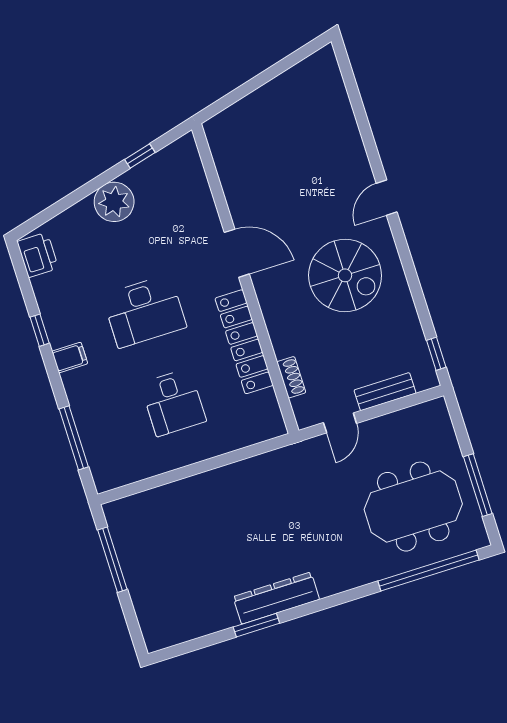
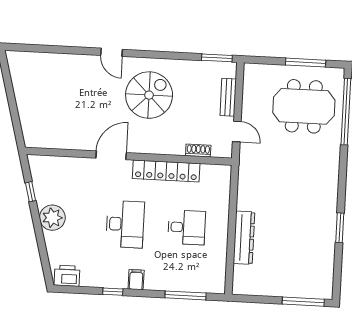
window: (436, 354) -> (217, 58), width x1.50
meeting table: (413, 507) -> (304, 106), turned 90
window: (112, 560) -> (303, 302), moved
dresser: (276, 598) -> (244, 238), moved, turned 180

